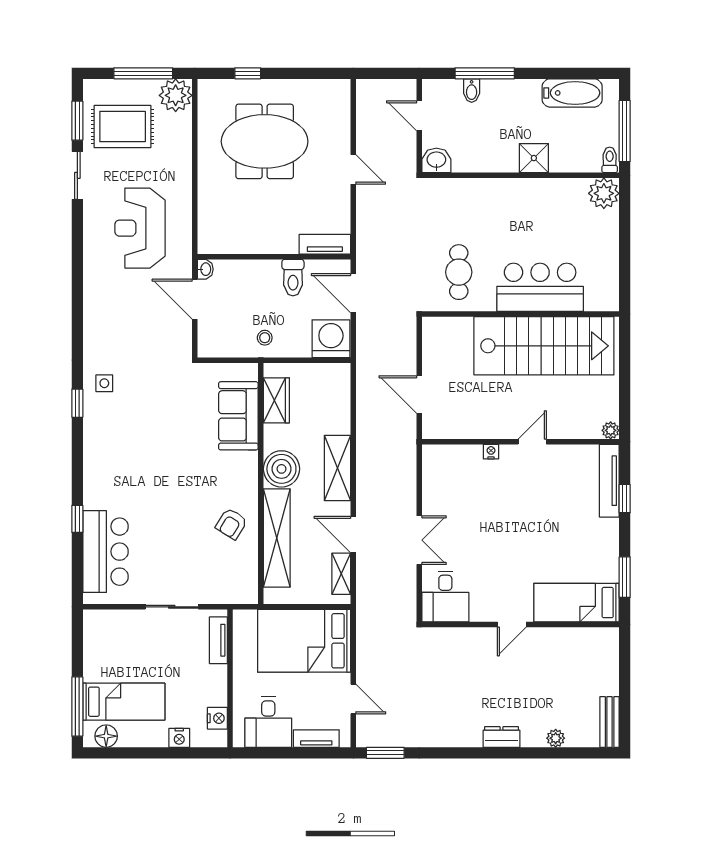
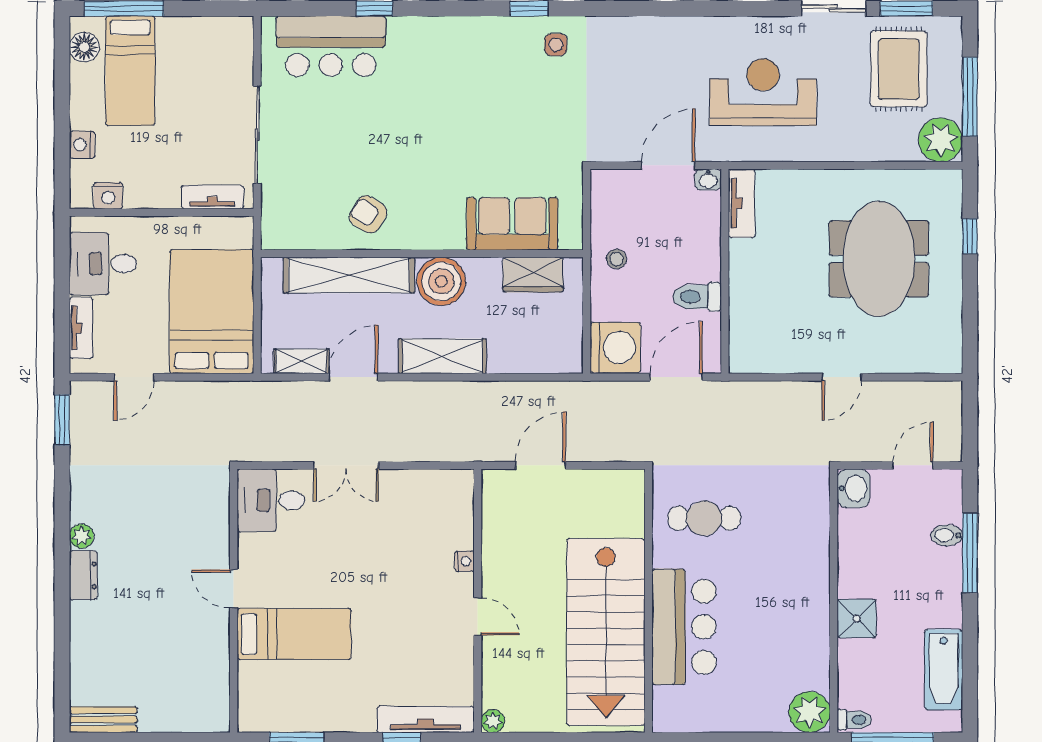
tv unit: (325, 244) -> (741, 203), moved
bed: (577, 603) -> (294, 634), moved, turned 90
sliding door: (172, 607) -> (257, 135), width x1.37
plant: (556, 738) -> (82, 536), moved

